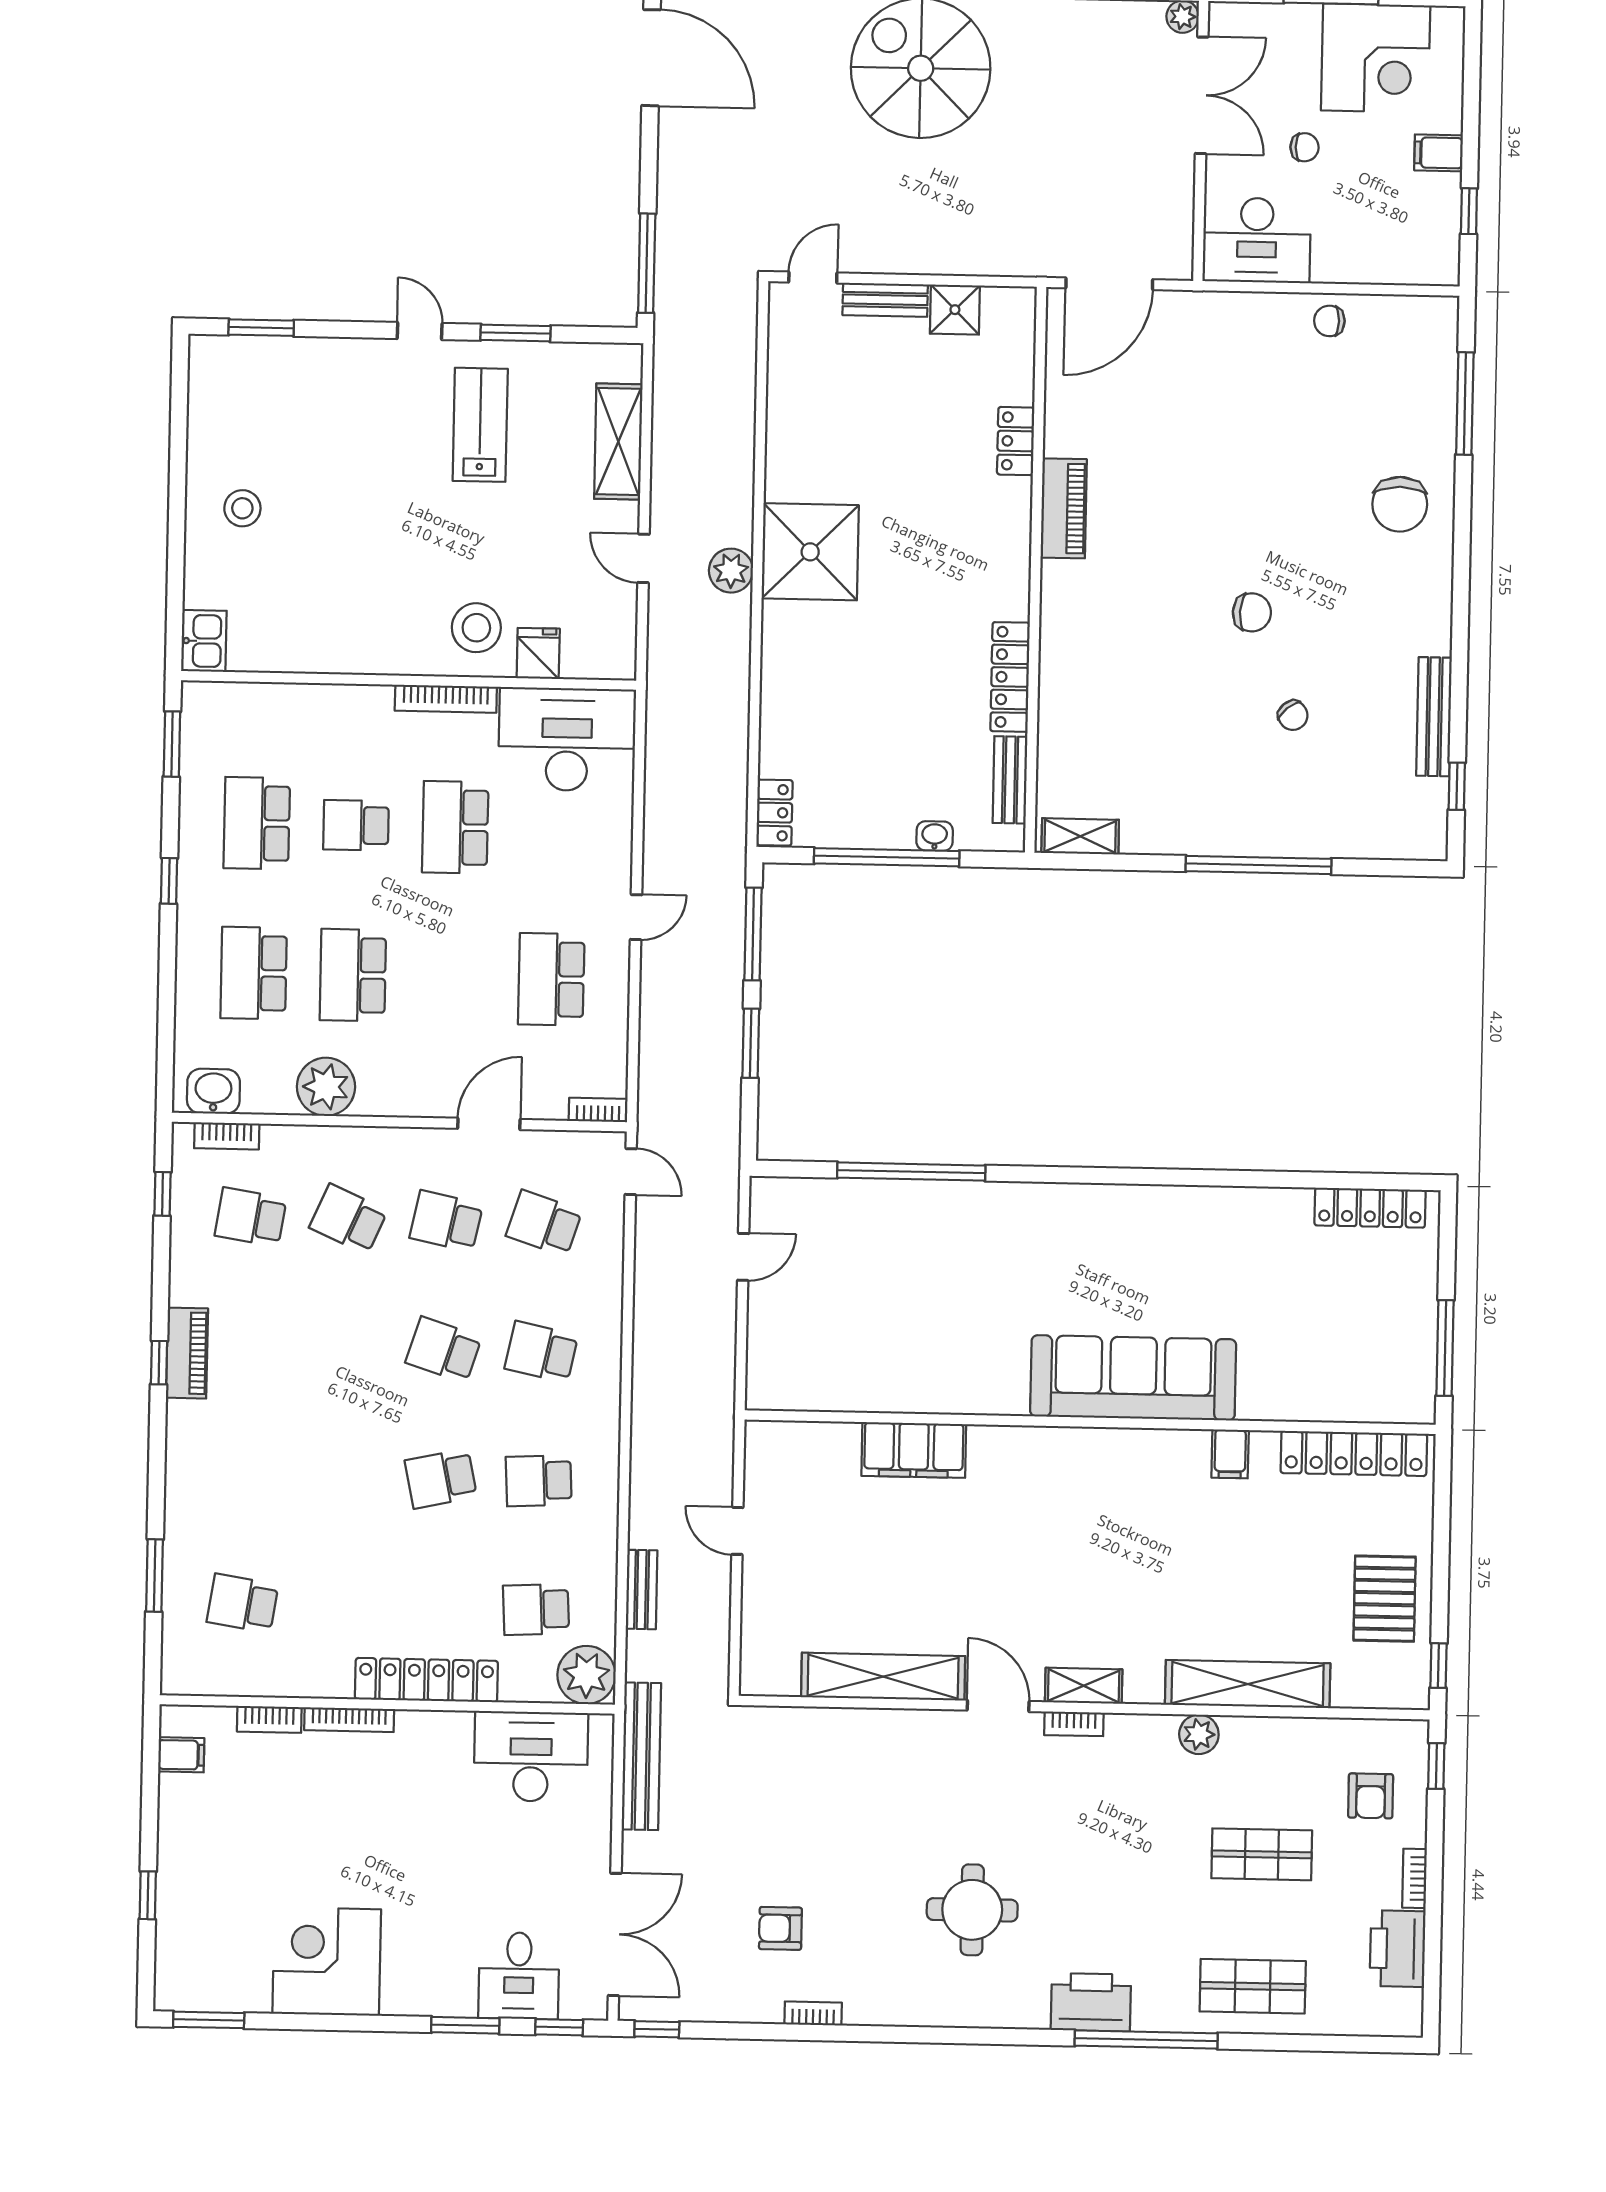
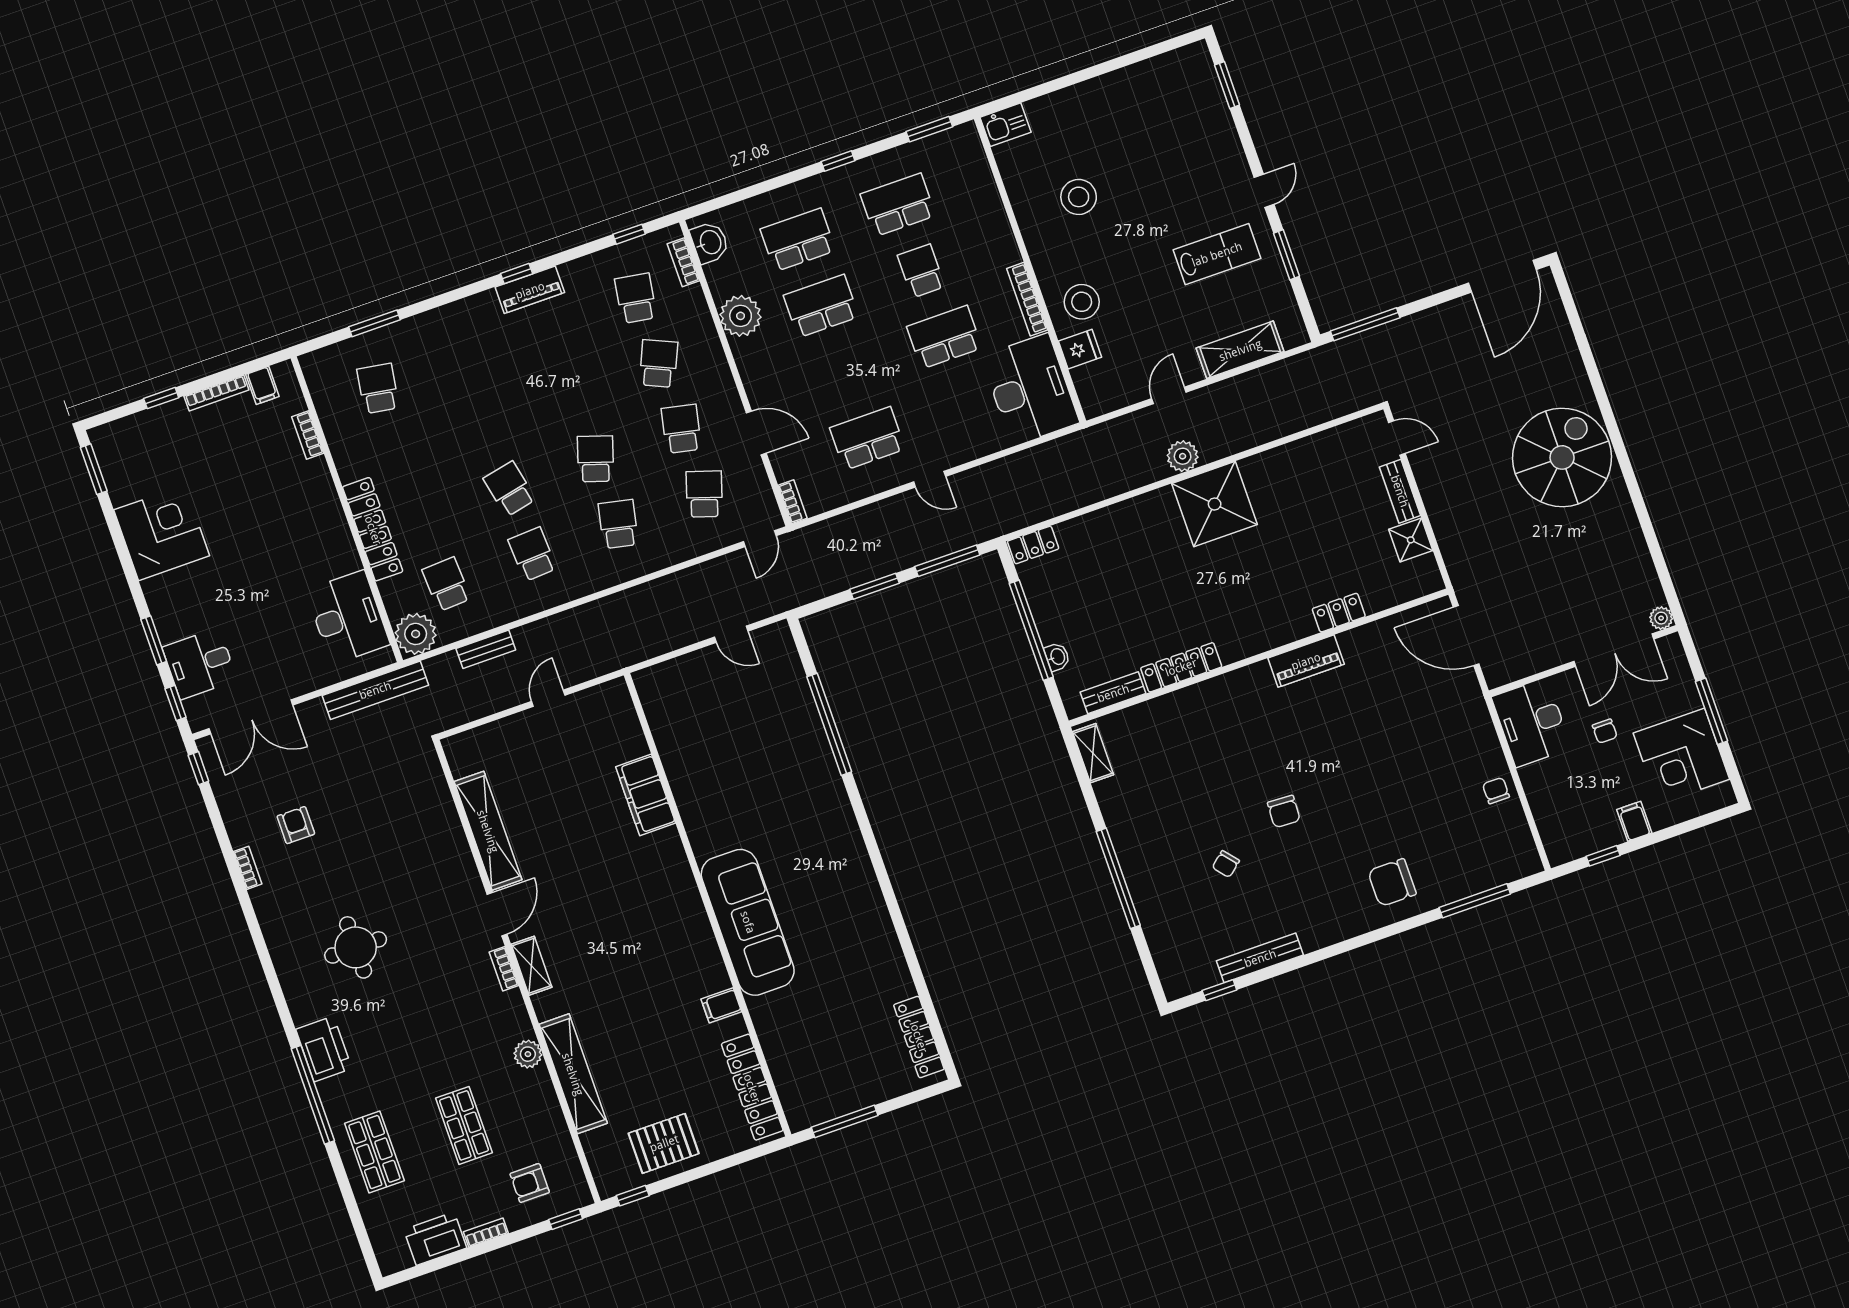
stool: (242, 508) -> (1079, 197), moved, width x1.38, depth x1.38
bookcase: (349, 1720) -> (216, 393), moved, turned -90

